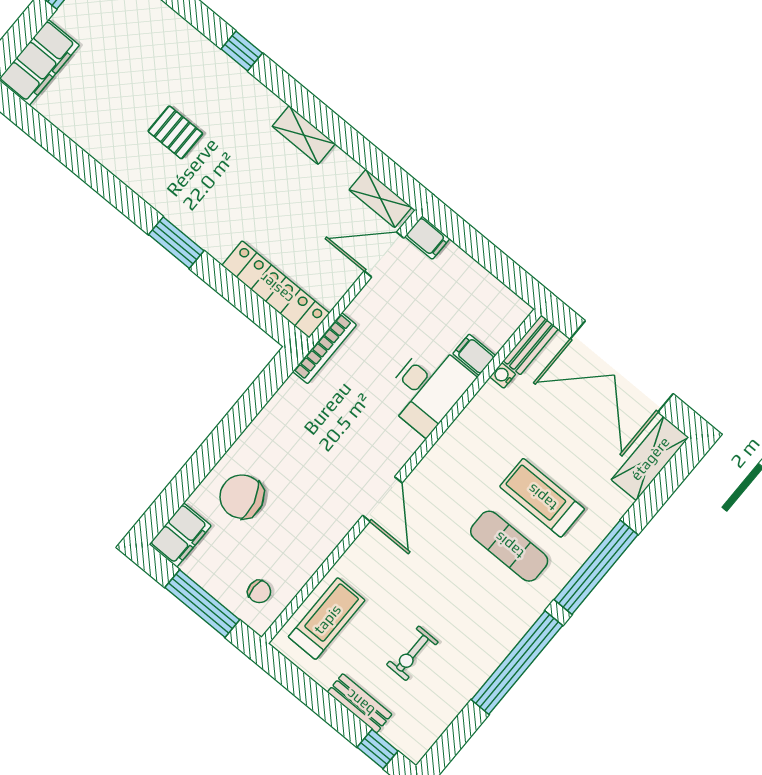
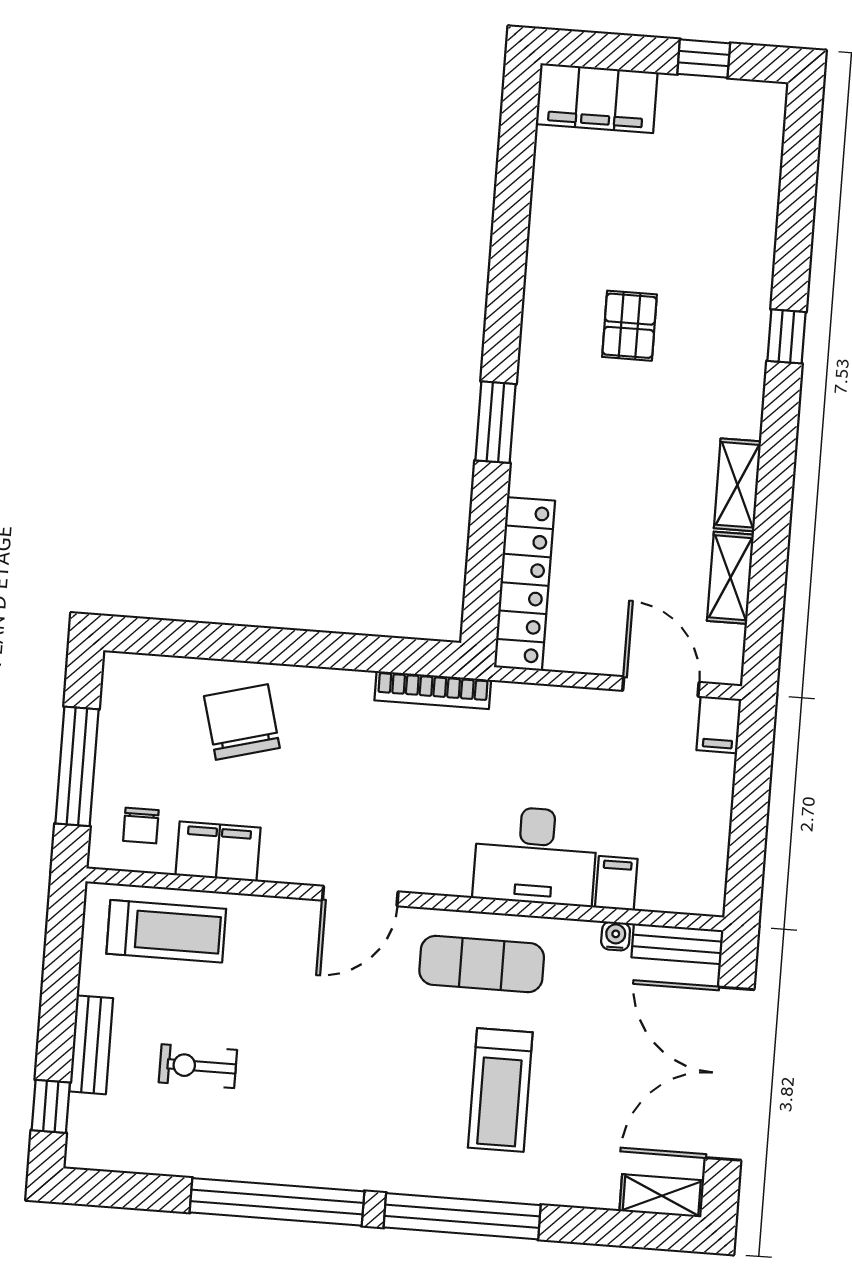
shelving: (380, 198) -> (730, 578), moved
bookcase: (325, 348) -> (433, 690), moved
shelving: (650, 458) -> (662, 1196), width x0.67, depth x0.75
treadmill: (542, 498) -> (500, 1090), turned 180
filing cabinet: (180, 535) -> (218, 851), moved, turned 180
exercise mat: (509, 546) -> (482, 964), moved, turned 90

